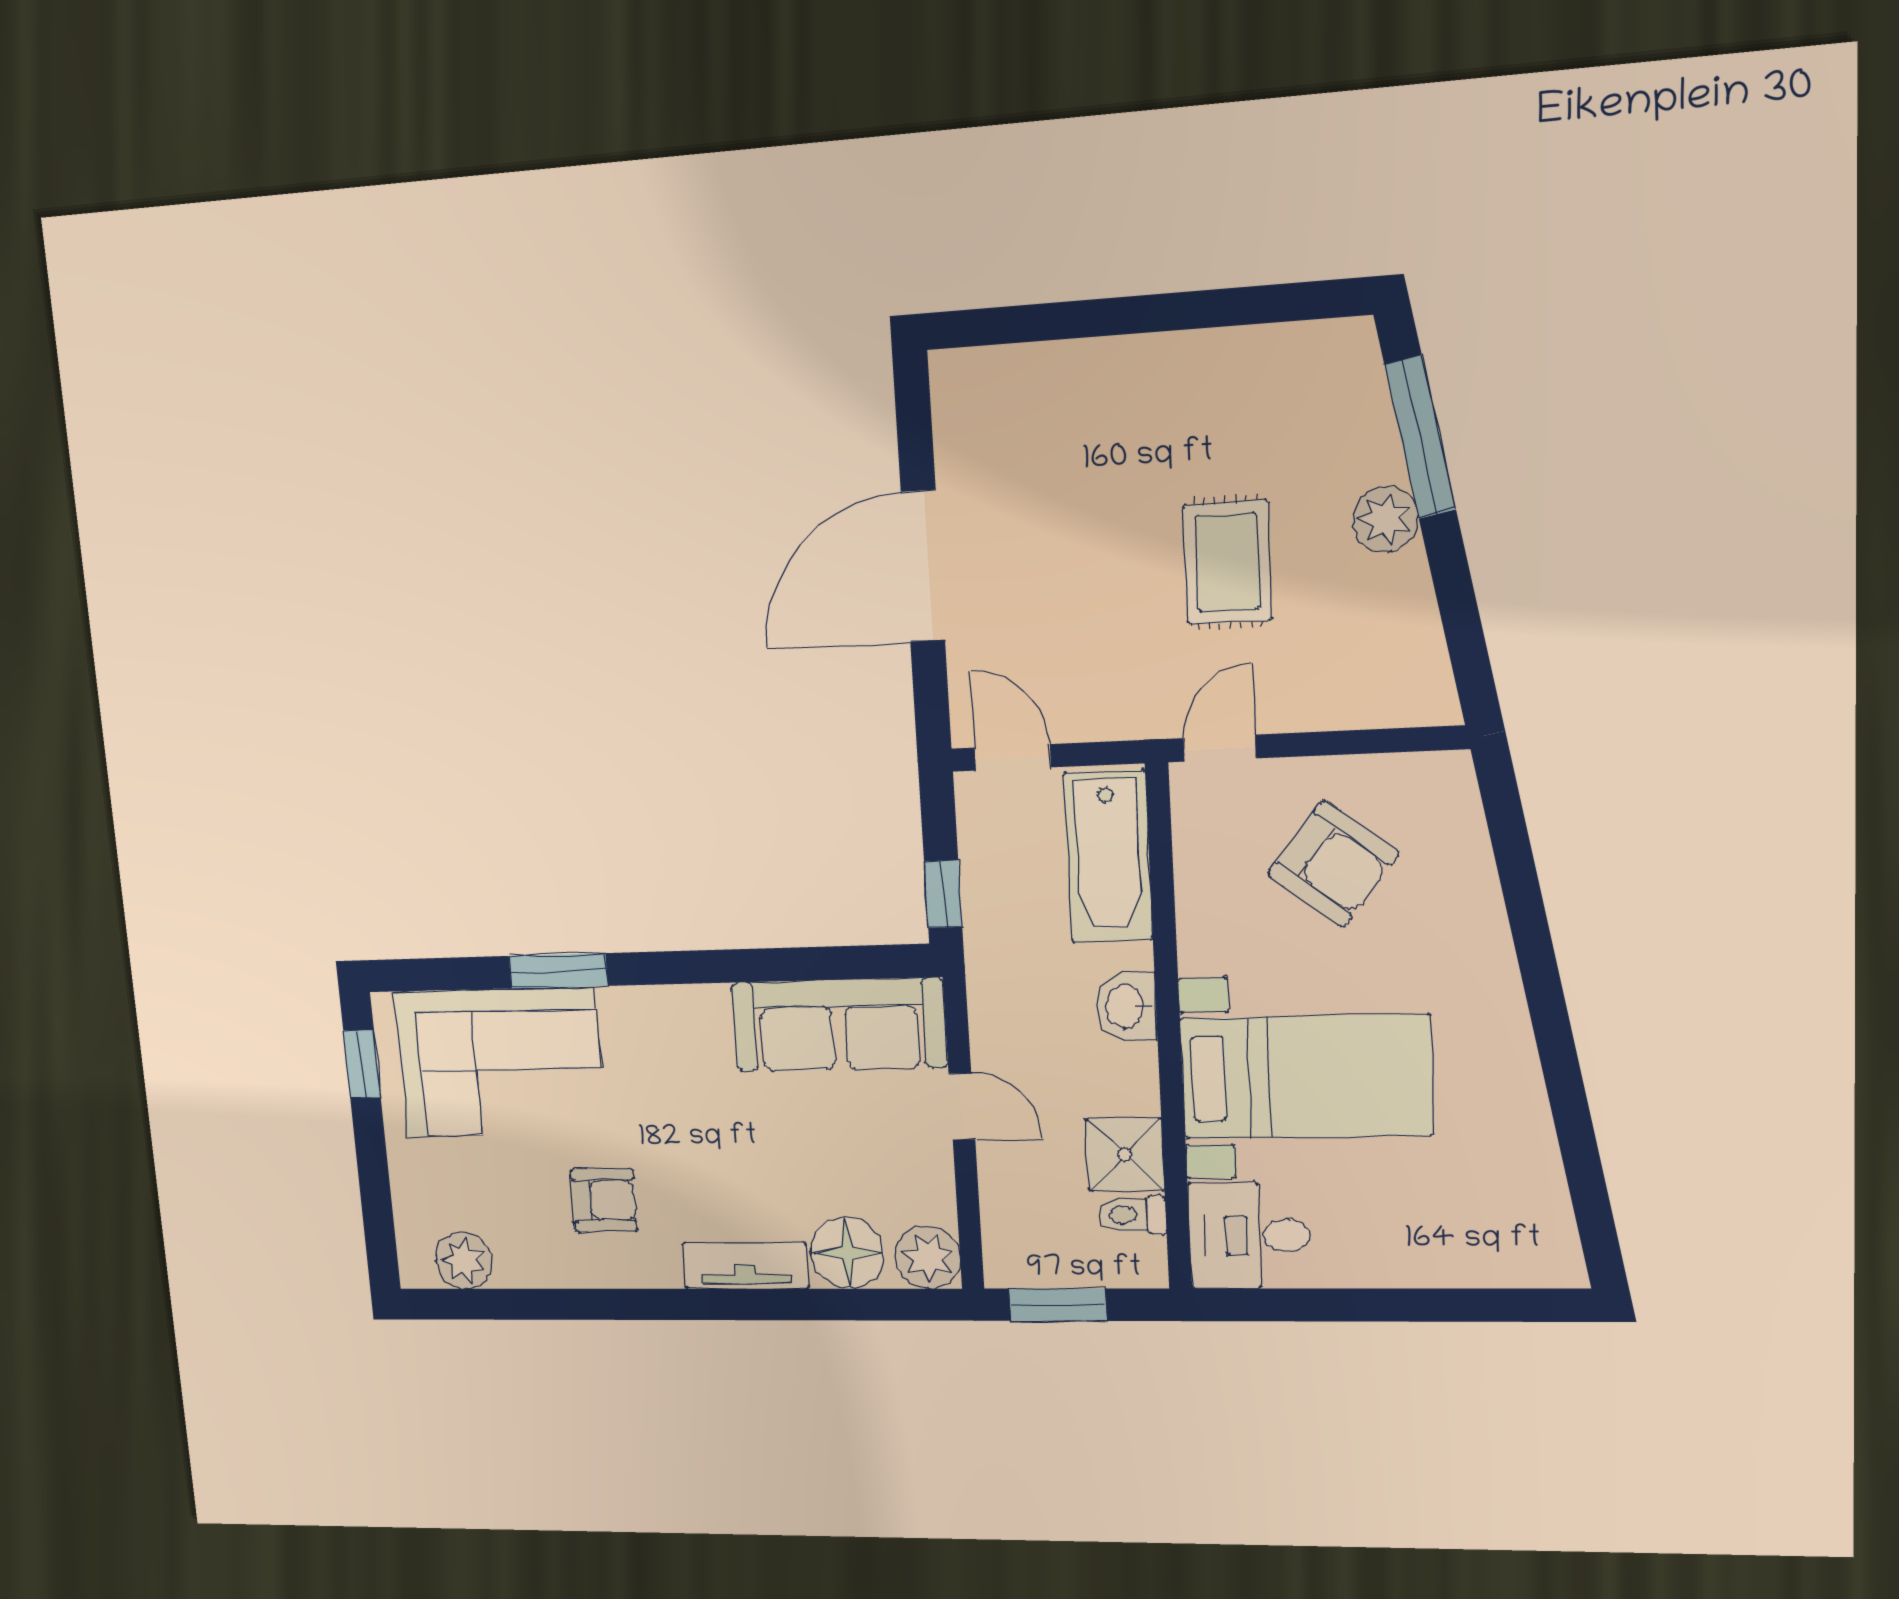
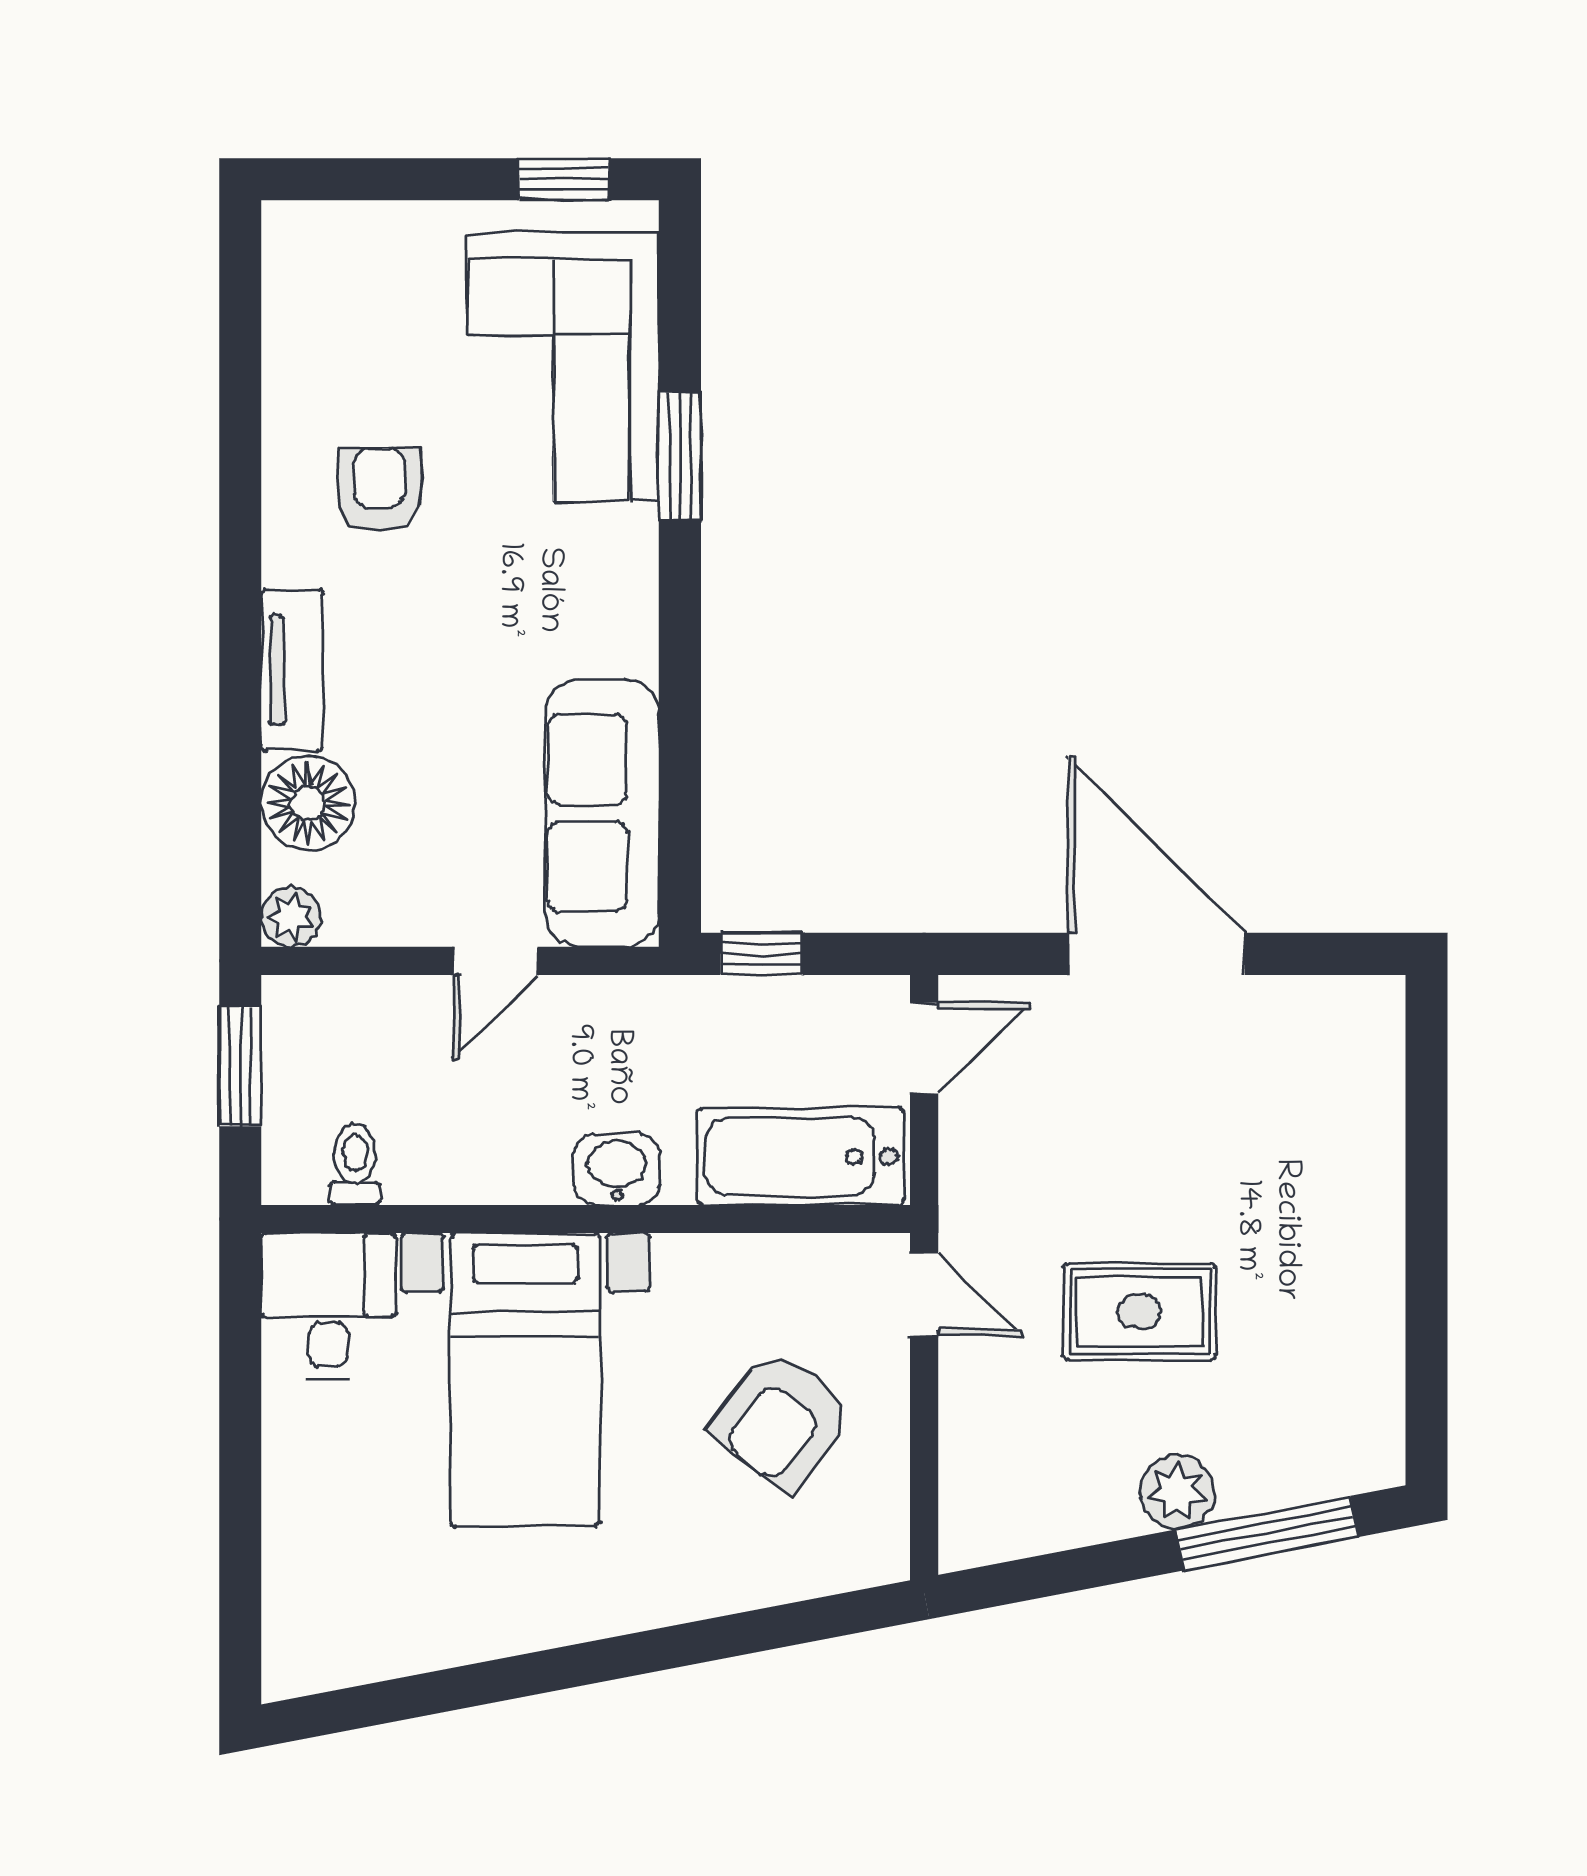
shower: (1125, 1154) -> (432, 1159), removed
armchair: (604, 1200) -> (379, 490), turned 180
plant: (928, 1257) -> (291, 917), width x0.73, depth x0.73
plant: (464, 1260) -> (300, 292), removed

